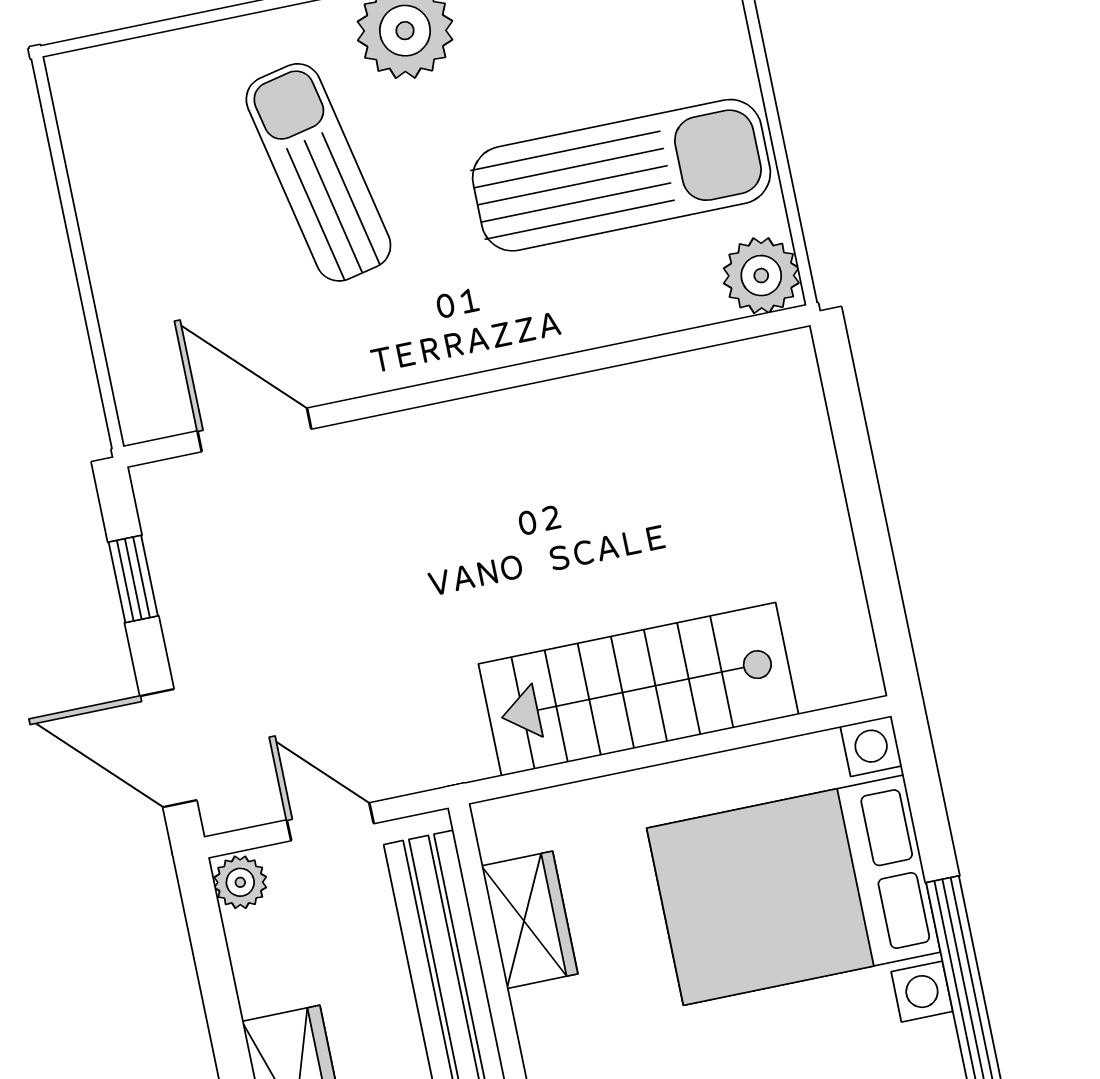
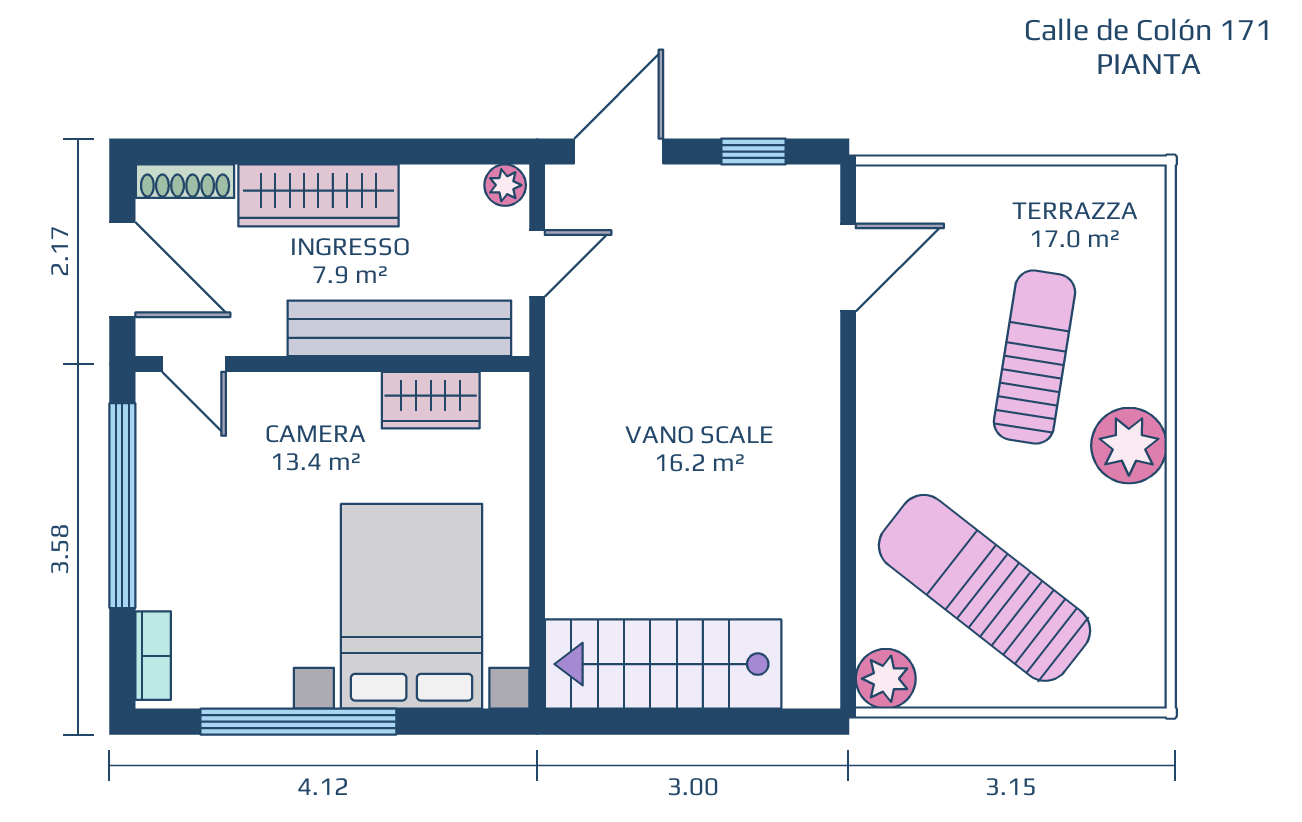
sun lounger: (318, 172) -> (1035, 357), turned -69
sun lounger: (622, 175) -> (984, 588), turned 128
stairs: (639, 689) -> (663, 664), moved, turned -90

